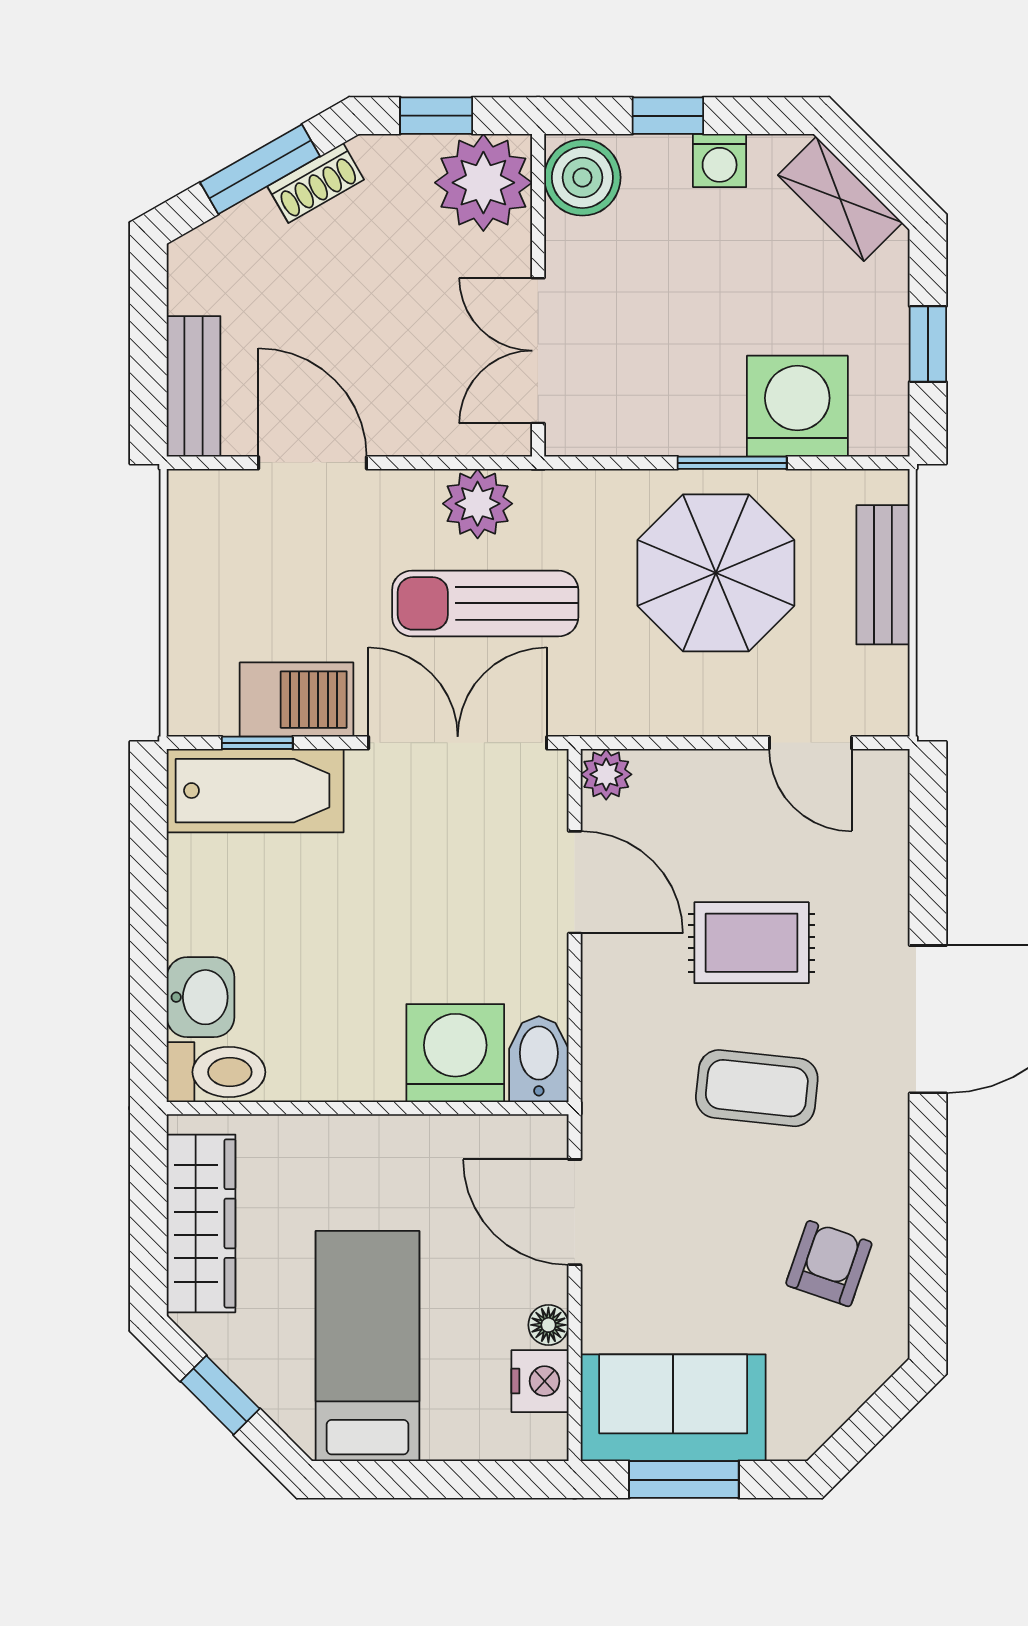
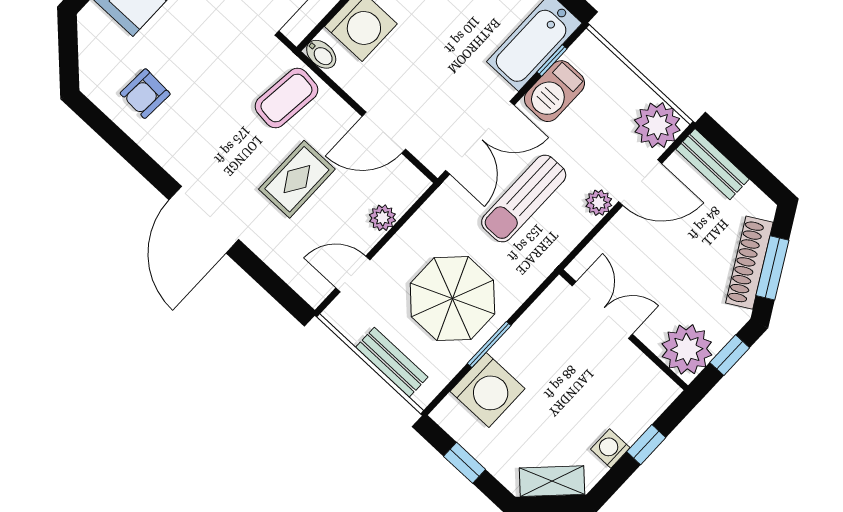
boiler: (582, 177) -> (653, 389), removed
shoe rack: (316, 183) -> (749, 263), width x1.94, depth x1.24
plant: (478, 504) -> (599, 203), moved, width x0.73, depth x0.73
plant: (211, 513) -> (657, 125), added
sun lounger: (485, 603) -> (524, 199), turned 180
plant: (606, 774) -> (382, 218), moved
bidet: (539, 1059) -> (321, 54), width x0.72, depth x0.74
coffee table: (757, 1088) -> (286, 98), moved
armchair: (829, 1264) -> (145, 94), turned 74

